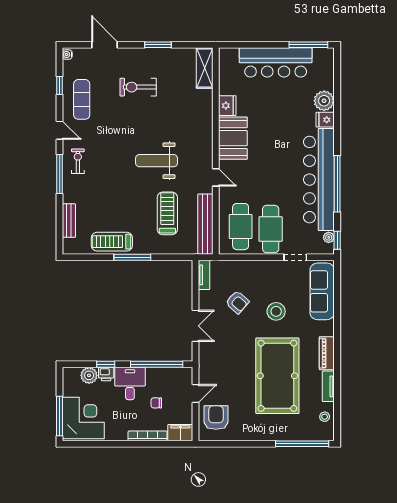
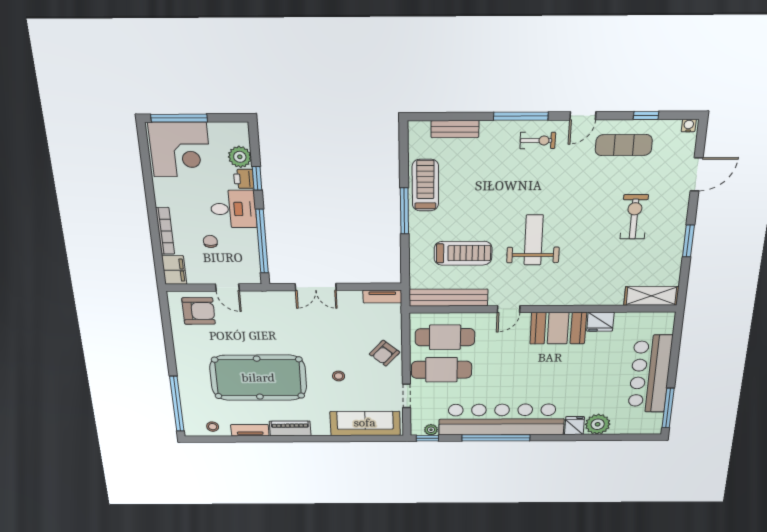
armchair: (237, 302) -> (385, 353), moved
stool: (276, 311) -> (339, 376), width x0.53, depth x0.53

